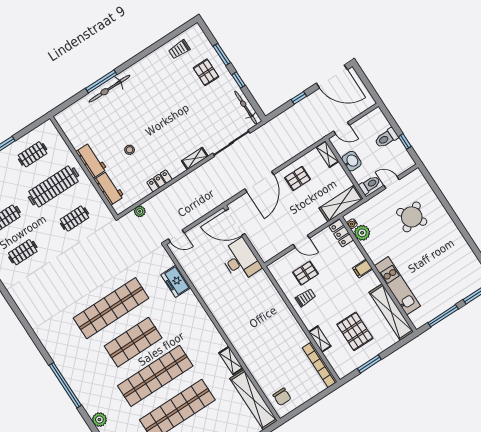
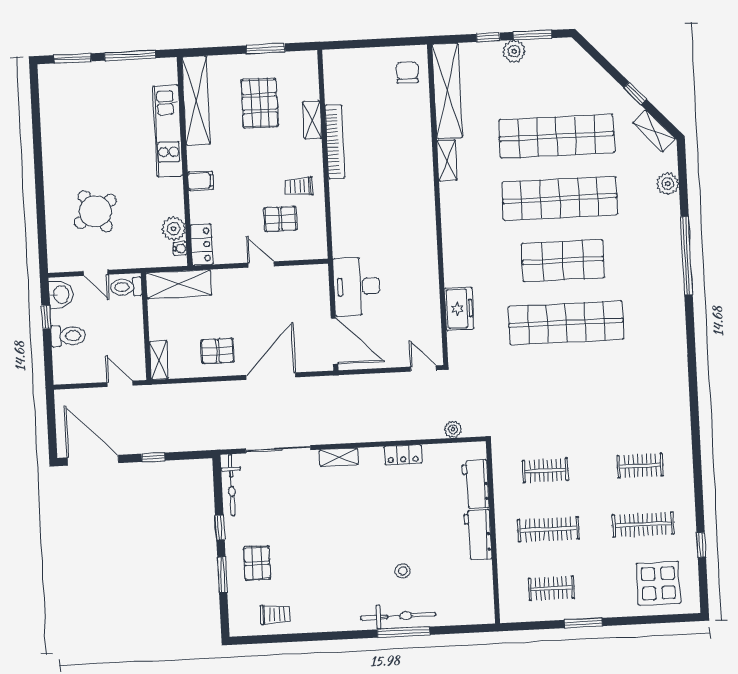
stool: (130, 150) -> (403, 571), moved
washbasin: (351, 161) -> (61, 295), moved, turned 180
clothes rail: (54, 186) -> (548, 529), width x0.73, depth x0.76
bookcase: (320, 365) -> (335, 142), moved

